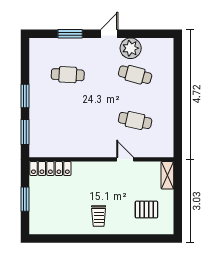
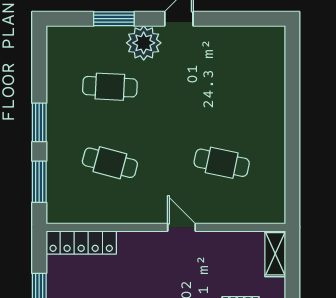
plant: (131, 48) -> (144, 43), moved
cafe table: (135, 75) -> (110, 163), moved
door: (125, 159) -> (182, 227), moved

